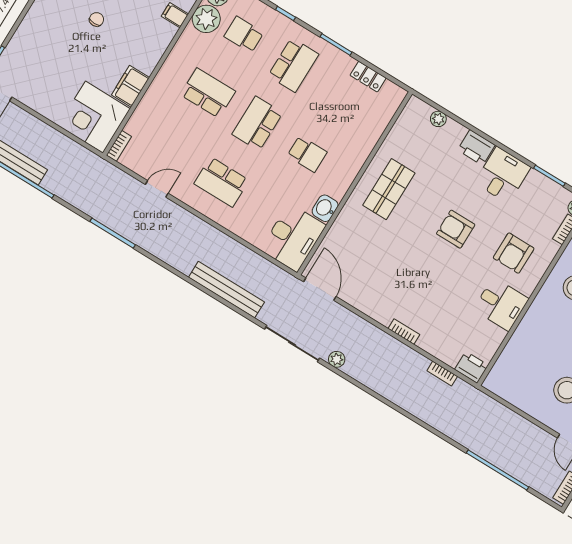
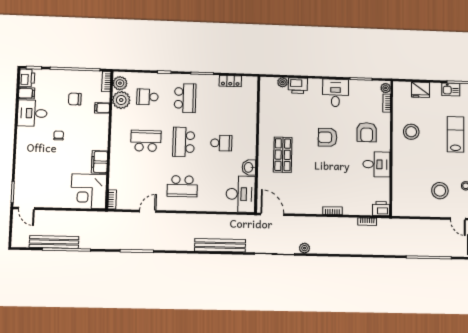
printer: (476, 148) -> (298, 86), moved
shop shelf: (389, 189) -> (283, 155), moved

